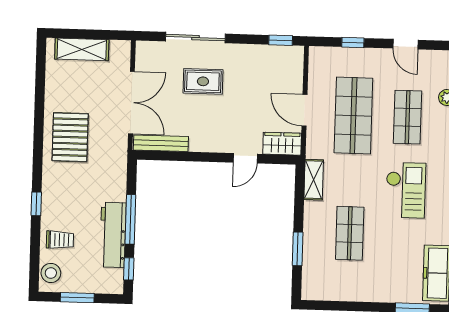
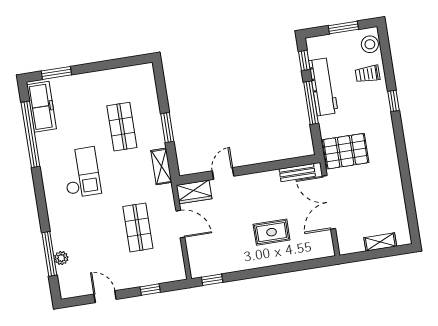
sliding door: (196, 38) -> (285, 268), removed
shelving: (82, 49) -> (380, 242), width x0.67, depth x0.75
shop shelf: (353, 115) -> (138, 227), width x0.70, depth x0.74
shop shelf: (408, 117) -> (92, 235), removed
pallet: (70, 137) -> (346, 151), moved, turned 90
bench: (161, 143) -> (297, 173), width x0.73
checkout: (406, 190) -> (81, 172), turned 180
window: (298, 249) -> (167, 128), moved

